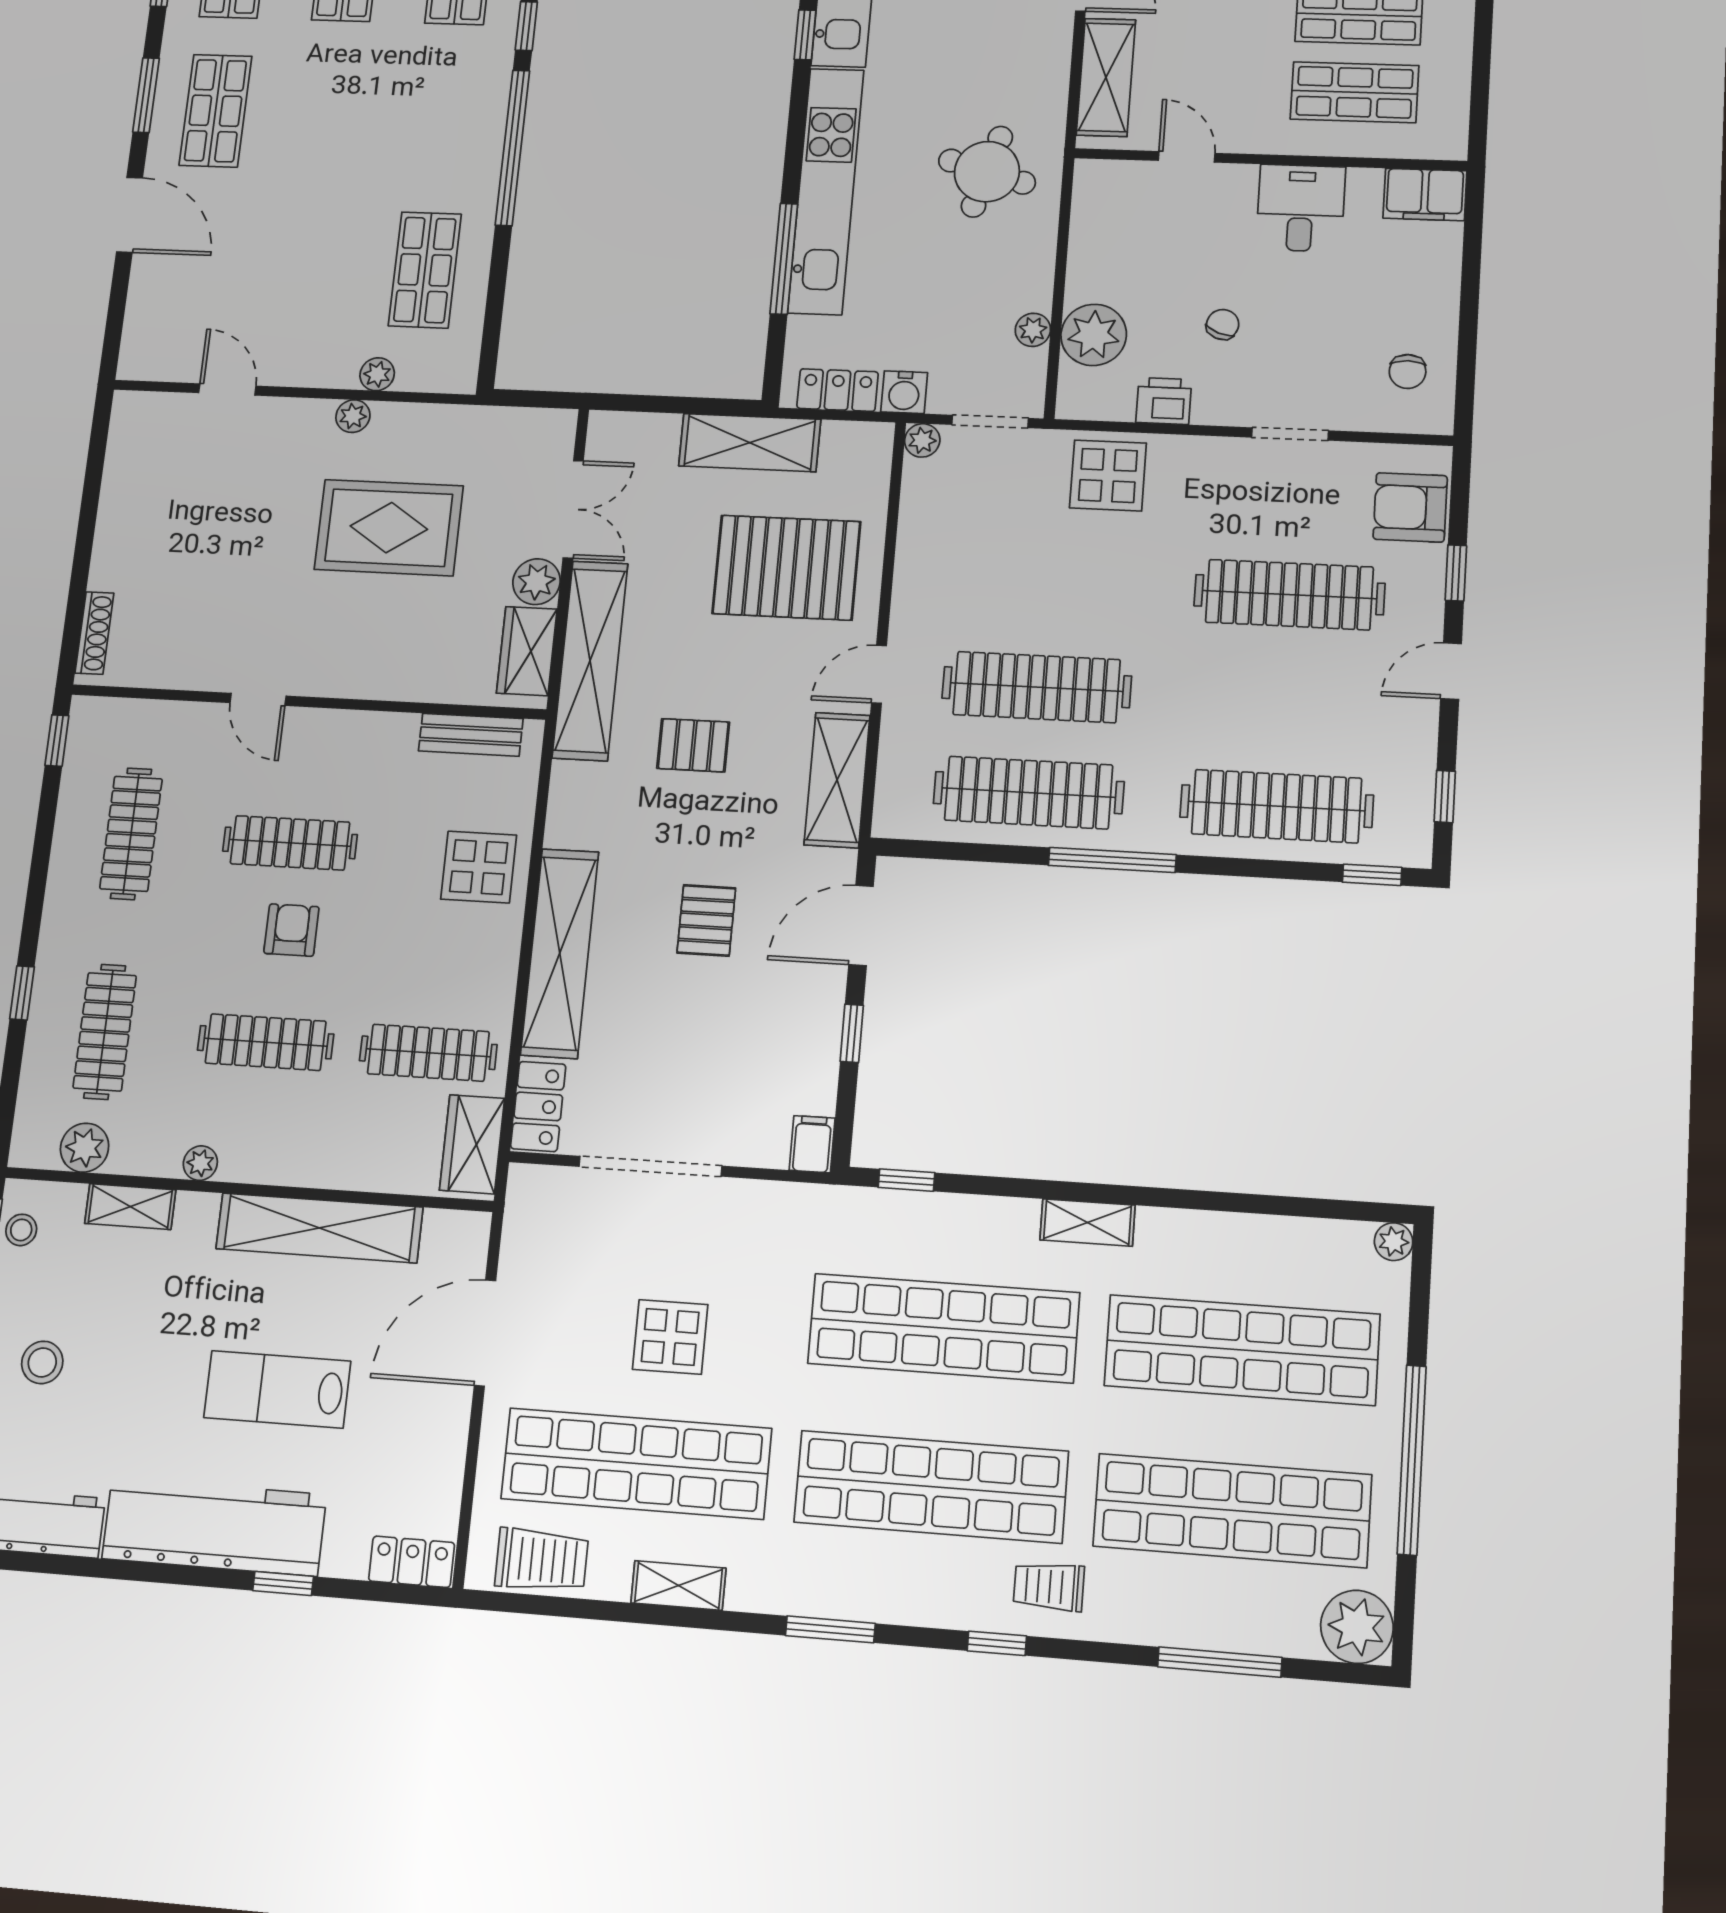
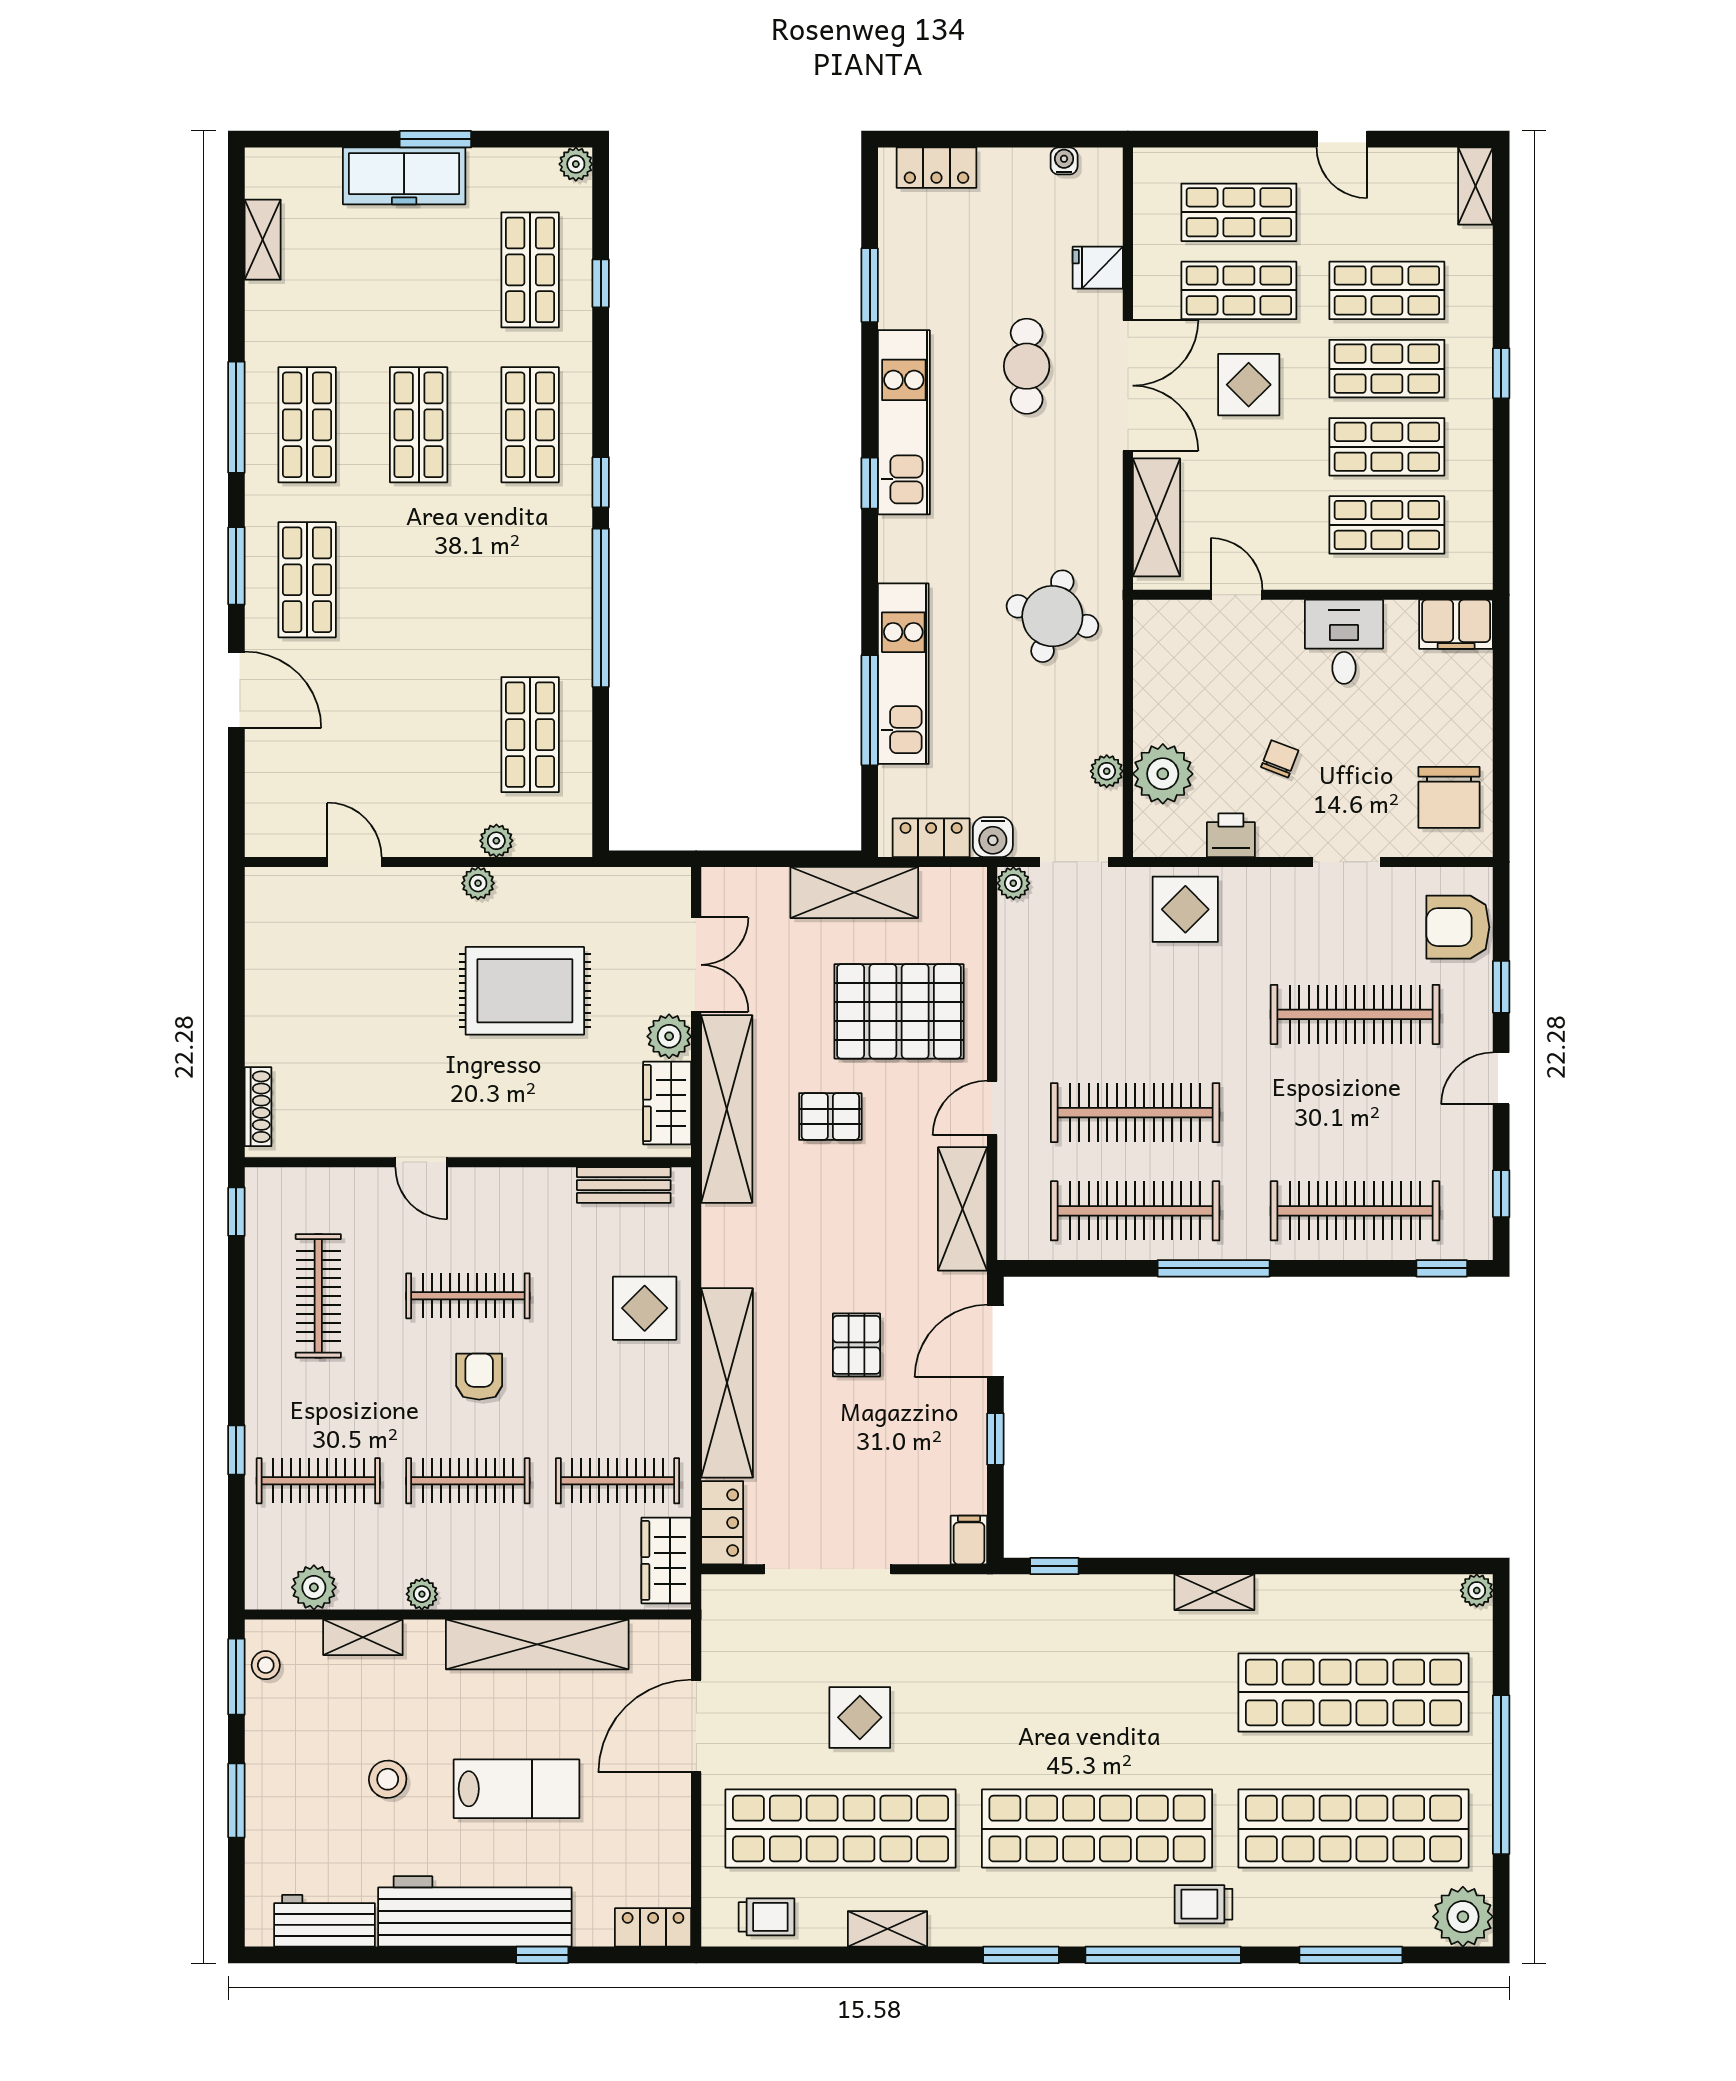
kitchen unit: (826, 191) -> (903, 674), width x0.73
chair: (1408, 371) -> (1449, 797), width x1.87, depth x1.87
pallet: (693, 745) -> (830, 1116), moved
clothes rail: (105, 1032) -> (318, 1481), turned 90
shop shelf: (944, 1328) -> (1097, 1692), removed
stool: (42, 1362) -> (388, 1779), moved
lab bench: (277, 1389) -> (517, 1789), turned 180
trolley: (542, 1560) -> (767, 1917), width x0.73, depth x0.72
window: (997, 1643) -> (1163, 1955), width x3.17

